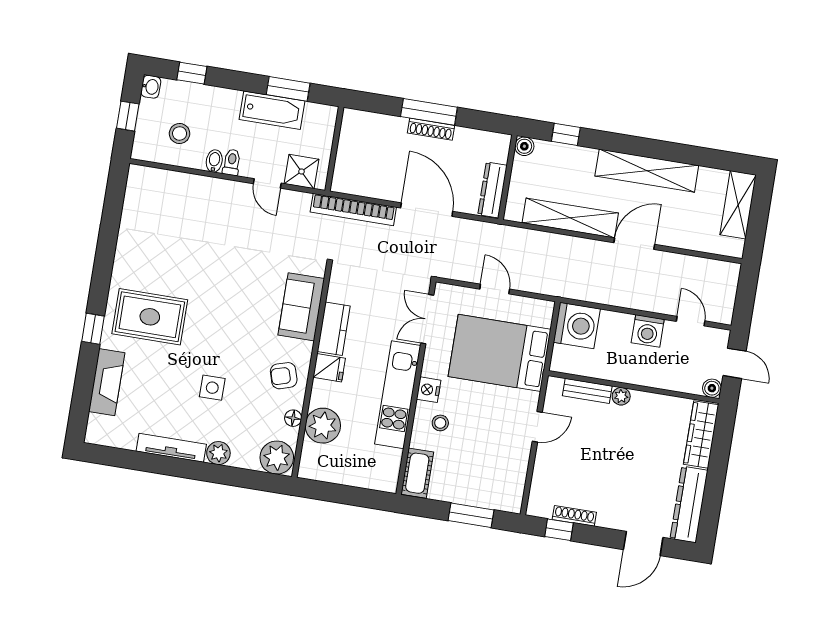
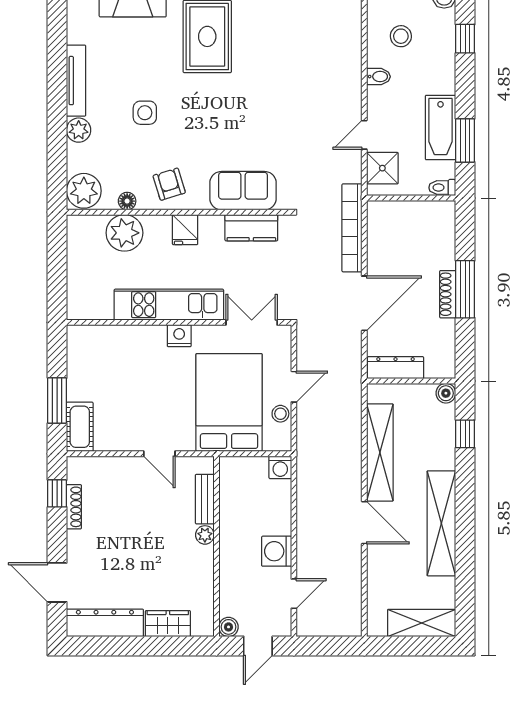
toilet: (232, 162) -> (442, 188), moved, turned 180
washing machine: (577, 325) -> (280, 467), width x0.53, depth x0.53
kitchen counter: (334, 329) -> (251, 228), moved
stool: (440, 423) -> (280, 414), moved
wardrobe: (701, 434) -> (168, 624), width x0.67
cot: (417, 473) -> (80, 427), moved, turned 90

